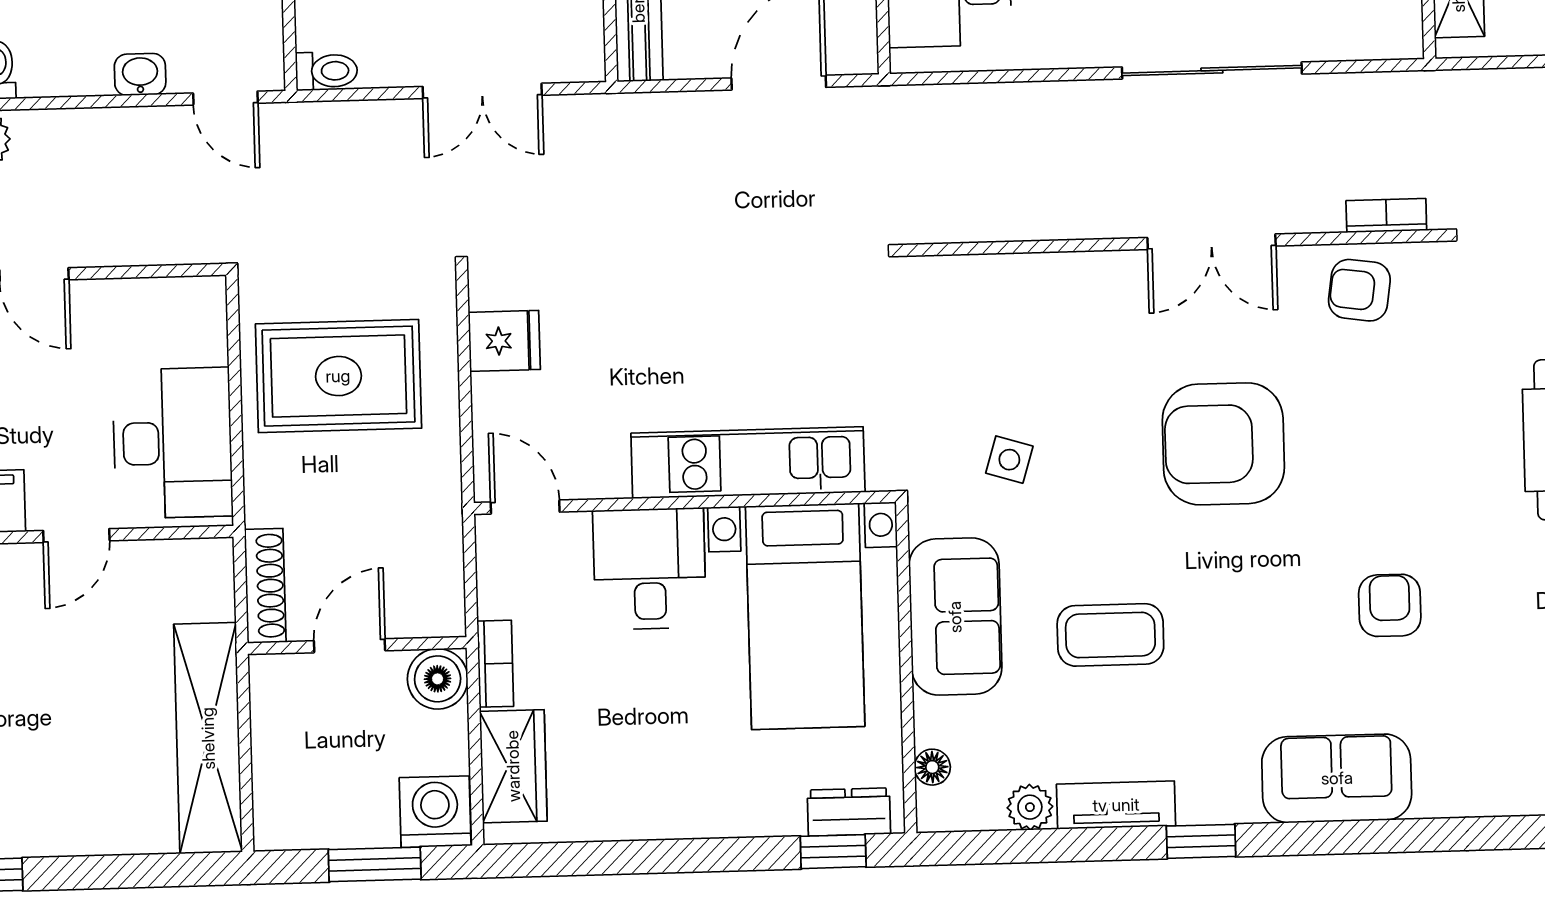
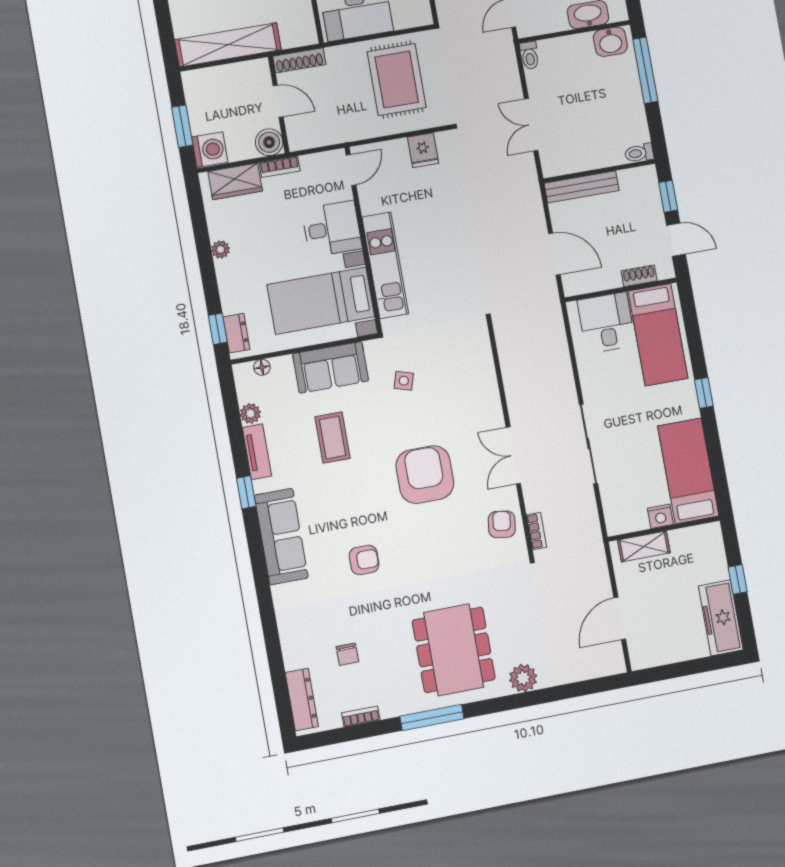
sofa: (1337, 778) -> (281, 537), width x1.36
plant: (659, 820) -> (221, 250), added

